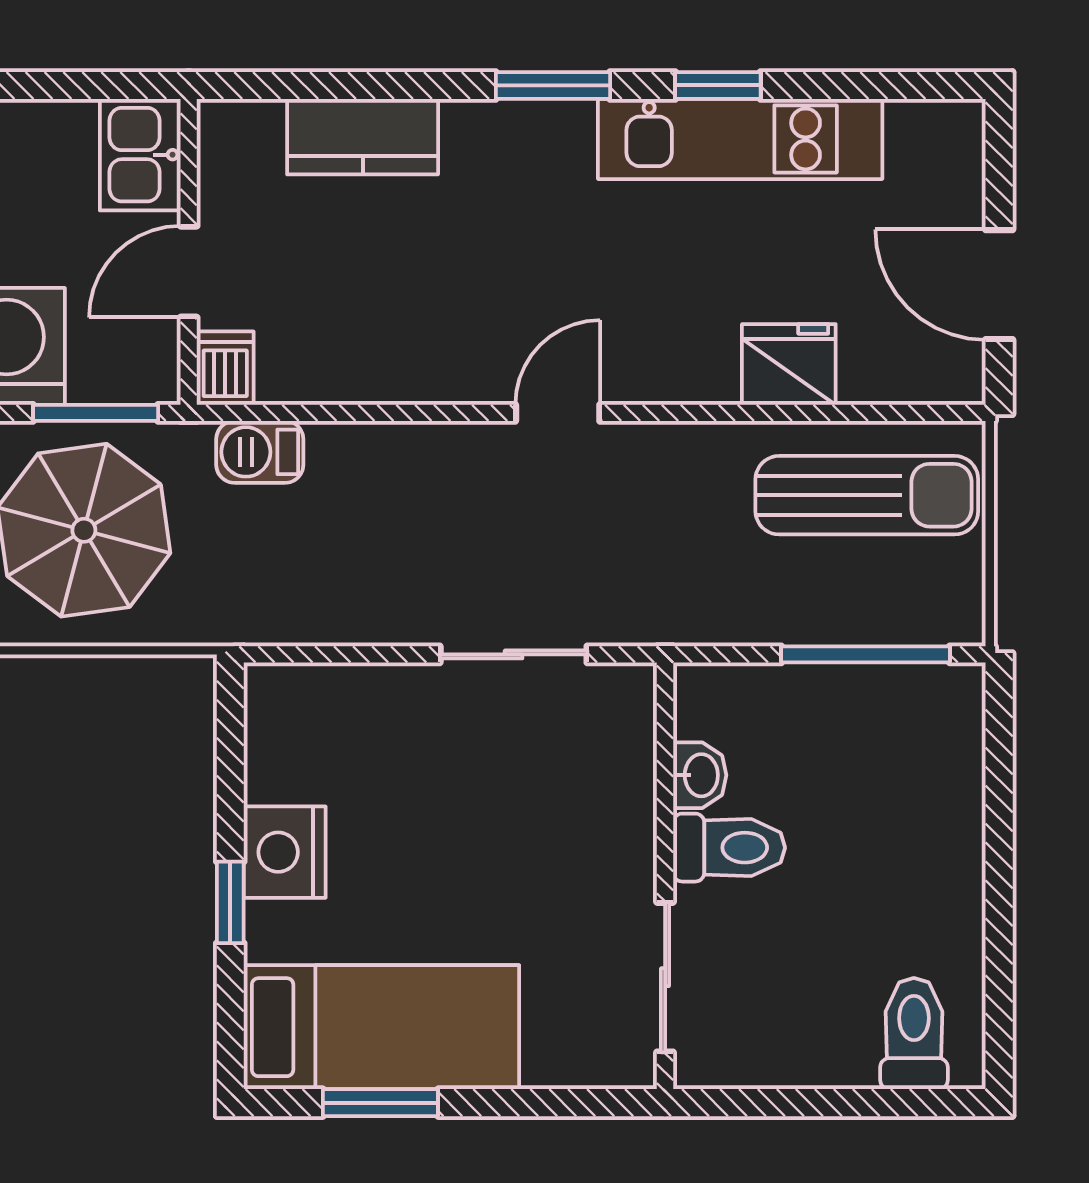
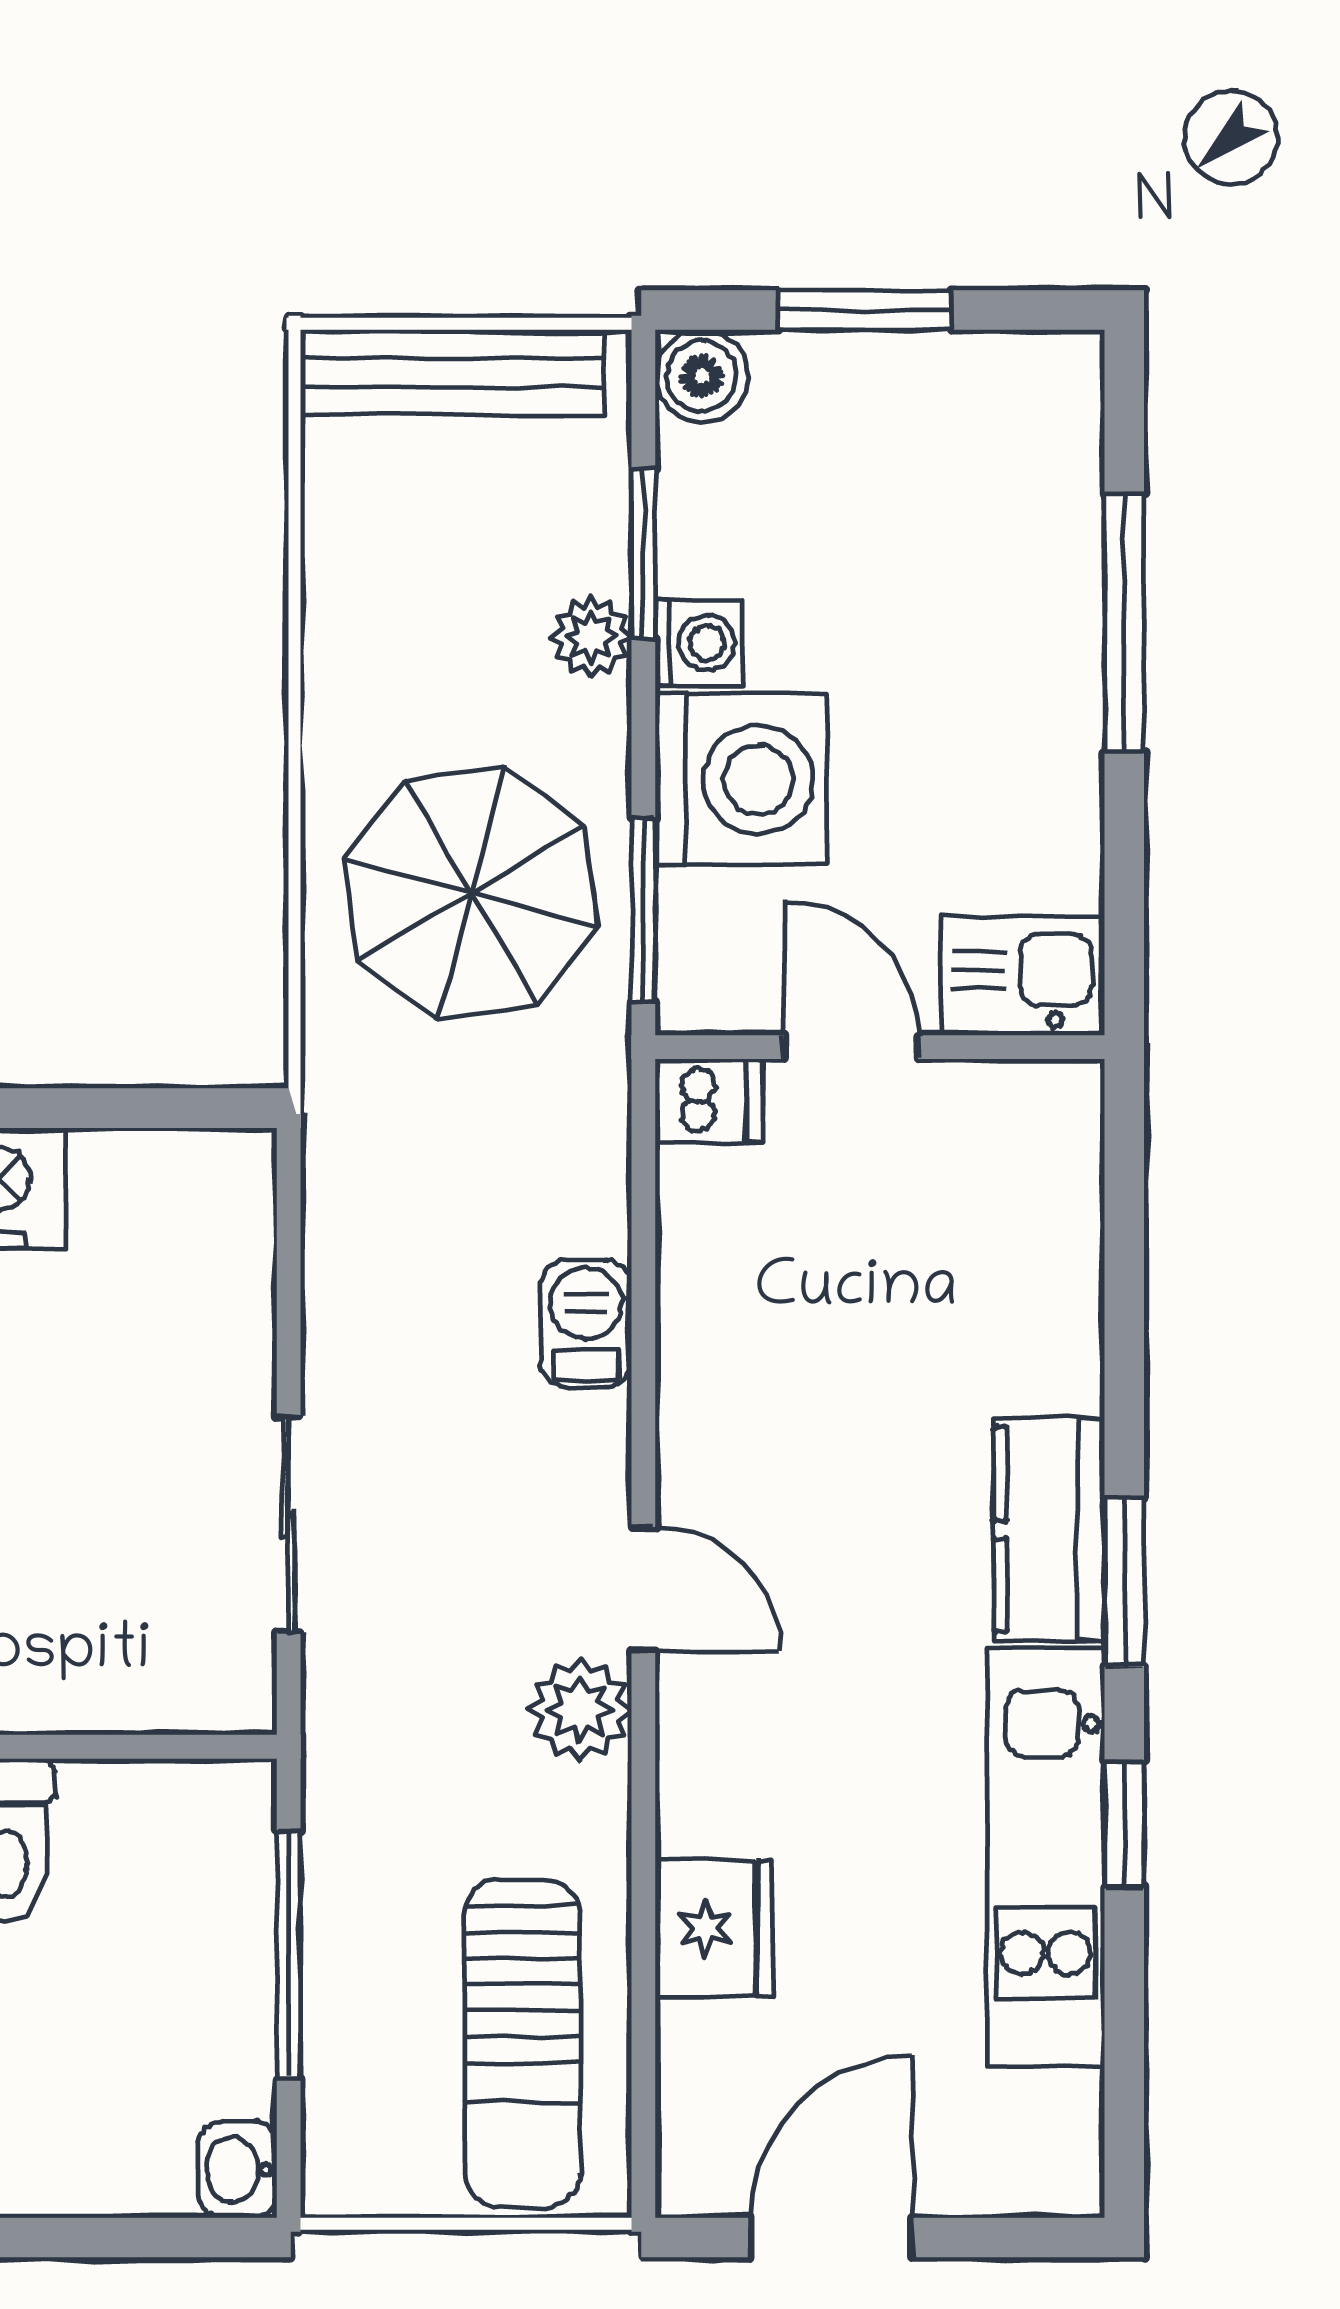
kitchen counter: (363, 137) -> (1049, 1530), moved
barbecue: (260, 452) -> (586, 1324), moved
plant: (640, 456) -> (580, 1710), added
window: (866, 654) -> (289, 1955), moved
washbasin: (700, 775) -> (238, 2169), moved, turned 90

